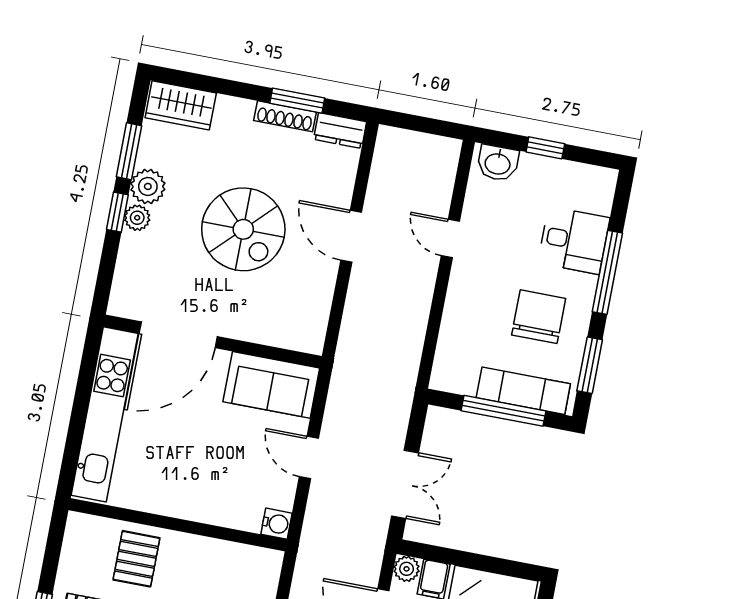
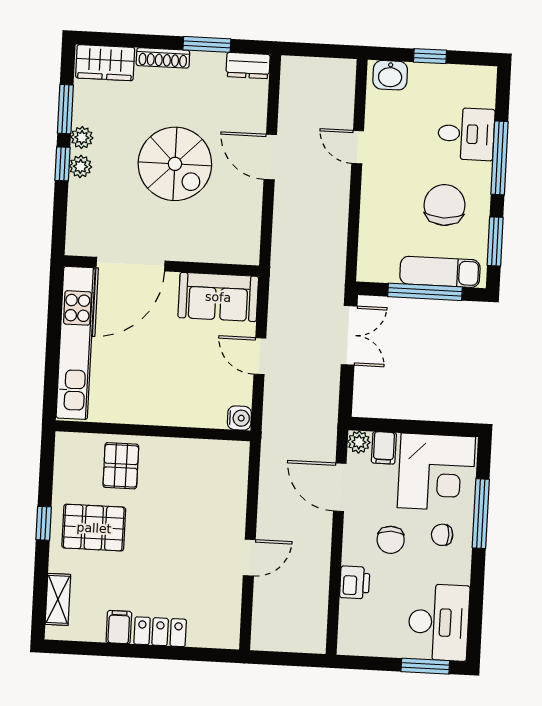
shoe rack: (285, 116) -> (163, 58), moved
plant: (148, 186) -> (82, 138), width x0.73, depth x0.73
double door: (405, 484) -> (349, 335), moved

